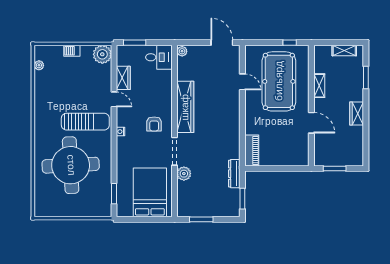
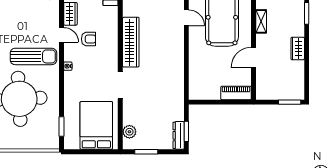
door: (311, 123) -> (254, 57), swing flipped
armchair: (154, 124) -> (88, 39), moved, turned -90
piano: (252, 151) -> (236, 93), moved, turned -90
window: (335, 169) -> (290, 102), moved
plant: (184, 174) -> (129, 132), moved
dresser: (234, 174) -> (179, 135), moved

